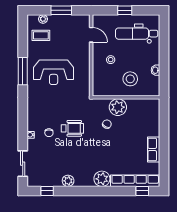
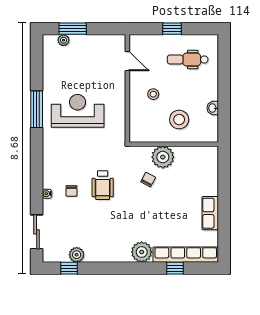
window: (61, 10) -> (73, 29), moved
dental chair: (137, 34) -> (188, 60), width x0.73, depth x0.72
coffee table: (41, 35) -> (61, 62), removed
reception desk: (54, 72) -> (78, 111), turned 180
wheelchair: (72, 128) -> (103, 185), turned 90
plant: (68, 181) -> (77, 255), moved
window: (142, 191) -> (175, 268), moved

